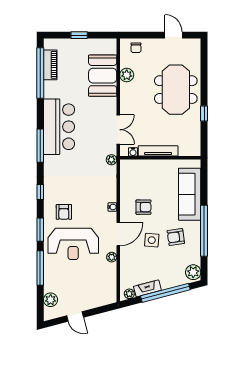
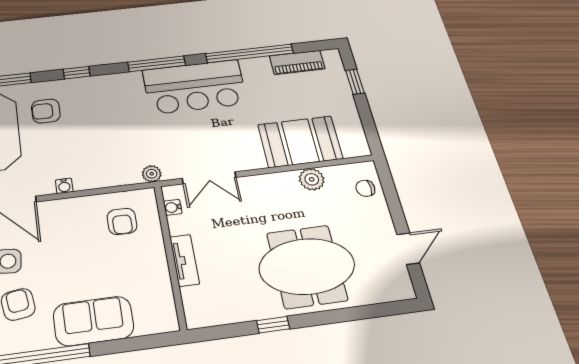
window: (79, 35) -> (355, 82), moved
window: (40, 73) -> (249, 53), moved
tv unit: (158, 151) -> (185, 260), width x0.71
sofa: (190, 194) -> (93, 321), width x0.73
armchair: (143, 207) -> (122, 221), moved

